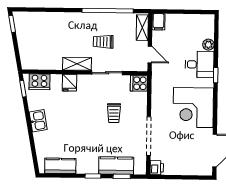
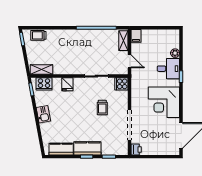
trolley: (103, 42) -> (38, 35), moved
shelving: (77, 64) -> (42, 70), moved
kitchen counter: (116, 166) -> (87, 148), moved

